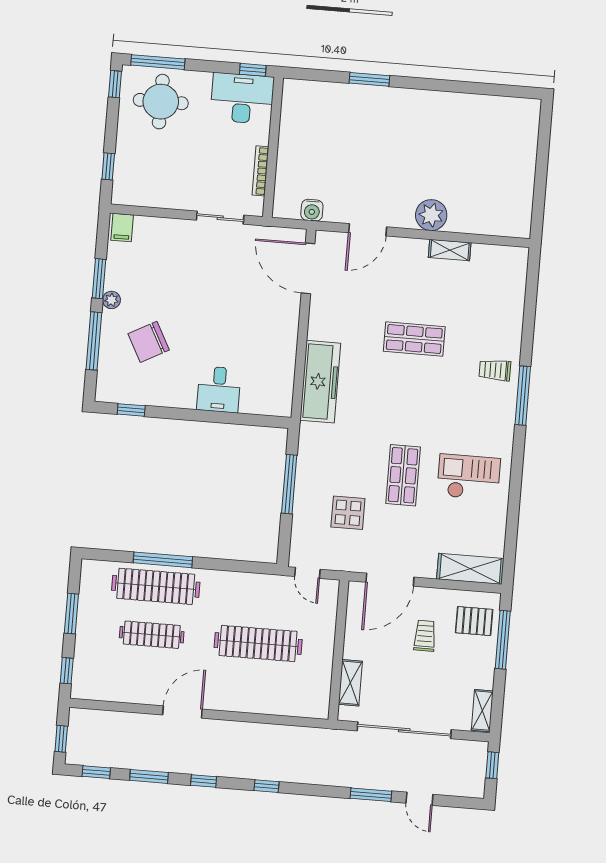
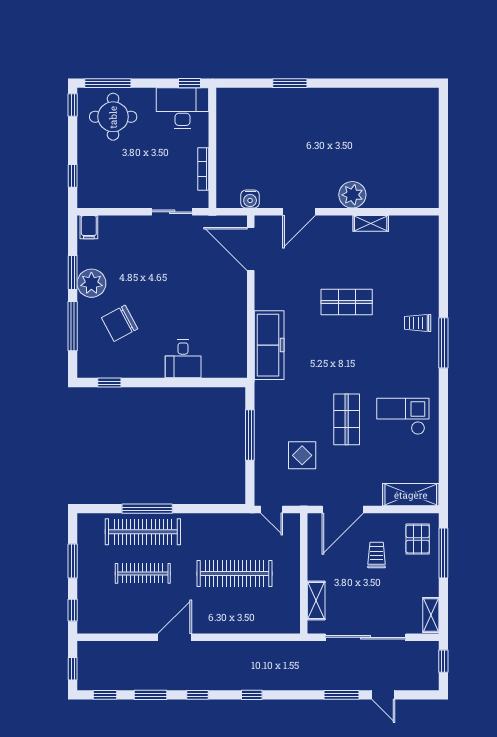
plant: (111, 300) -> (91, 283), width x1.88, depth x1.88
pallet: (474, 621) -> (418, 539), turned 90

